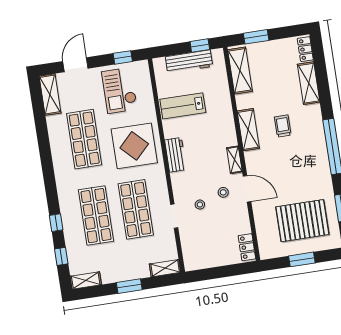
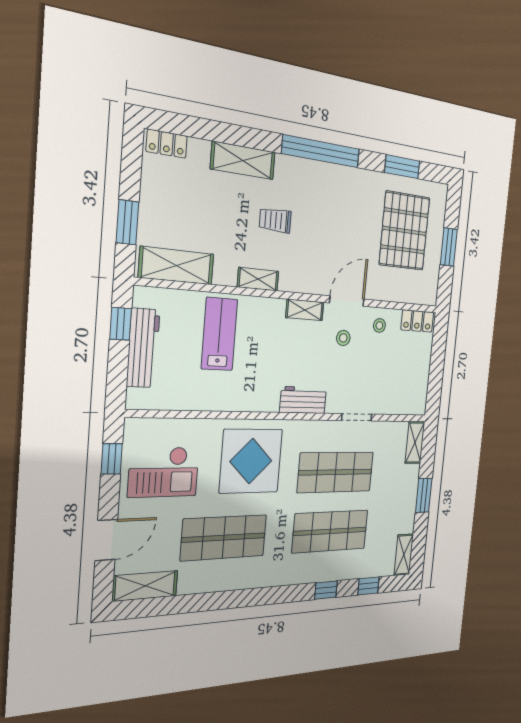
door: (75, 65) -> (106, 540), swing flipped
shelving: (309, 83) -> (243, 160), moved
lab bench: (183, 106) -> (219, 334), moved, turned 180
shelving: (248, 130) -> (258, 279), width x0.67, depth x0.75
workbench: (175, 155) -> (303, 400), moved
stool: (200, 205) -> (379, 325), moved

